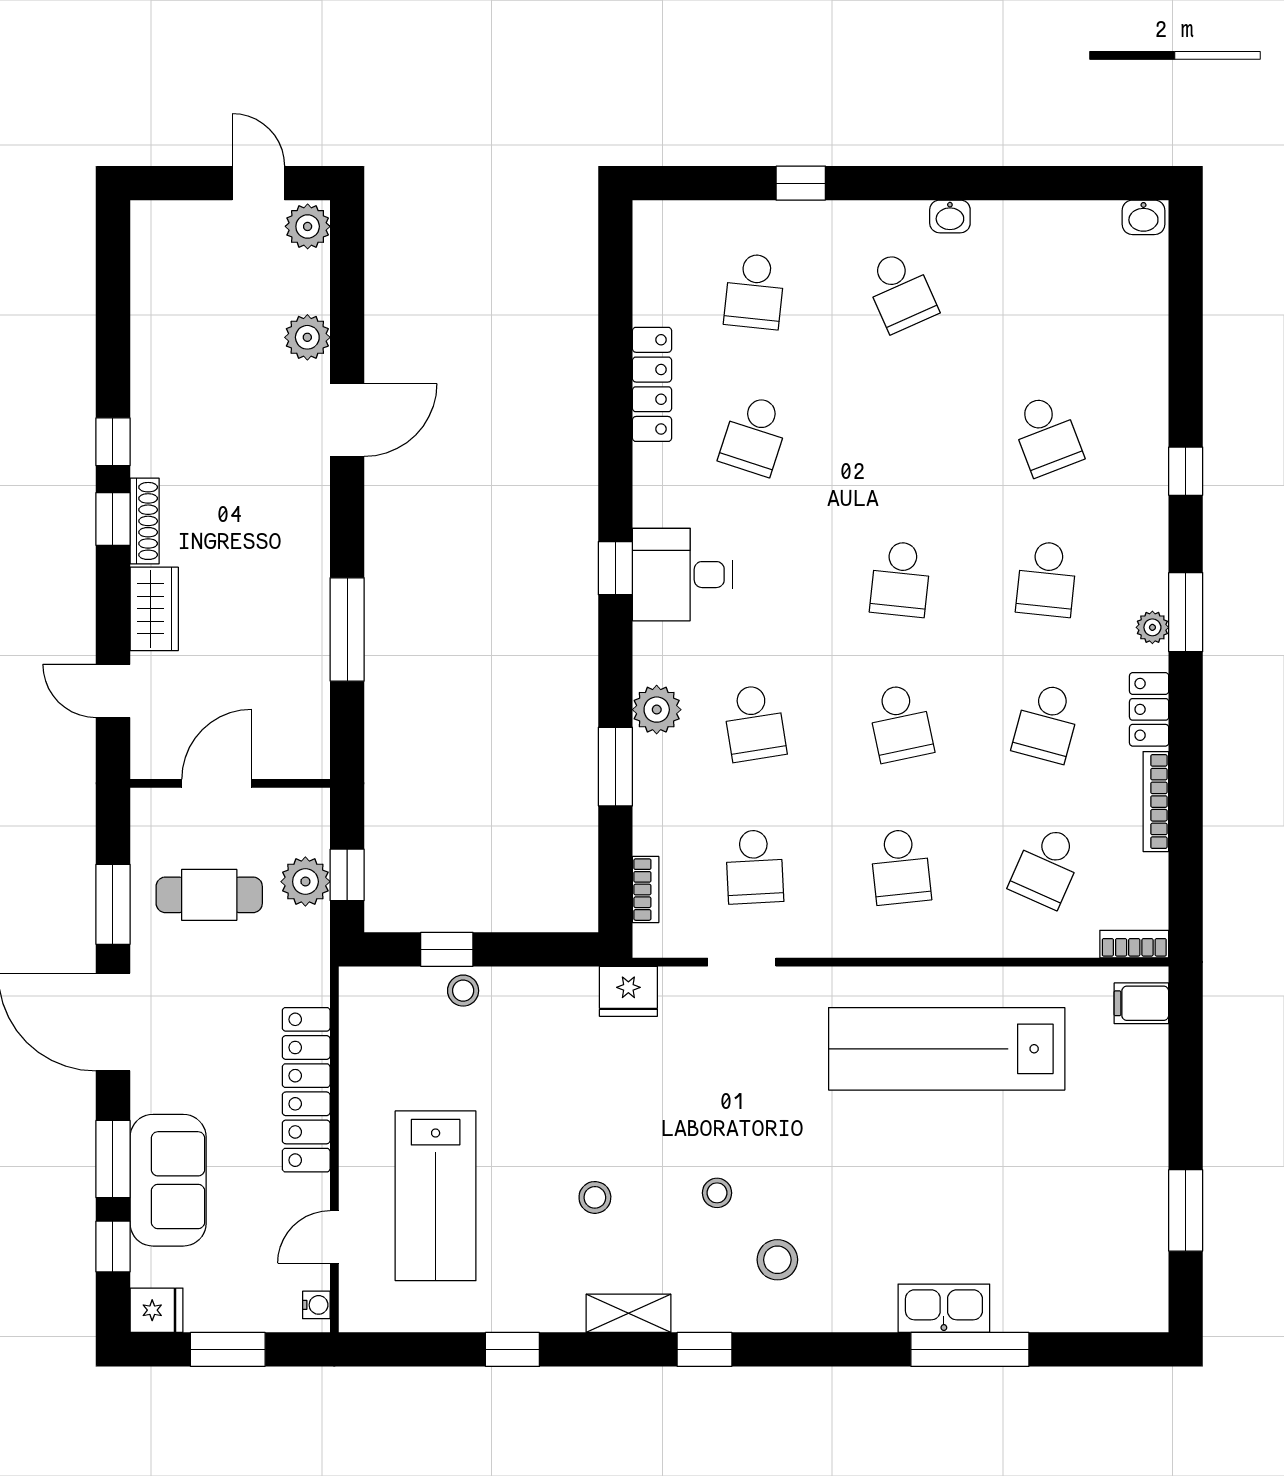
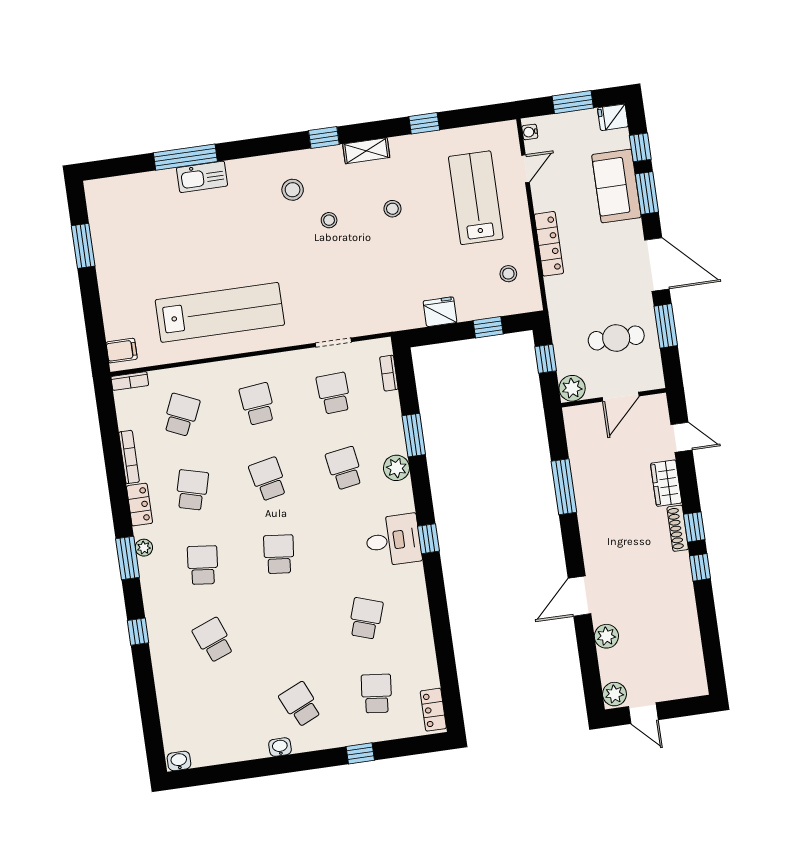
locker: (652, 384) -> (433, 710), moved, width x0.66
plant: (305, 882) -> (572, 388), moved
stool: (463, 991) -> (508, 274), moved
fridge: (628, 991) -> (440, 312), moved
locker: (306, 1090) -> (549, 244), width x0.71, depth x0.83

